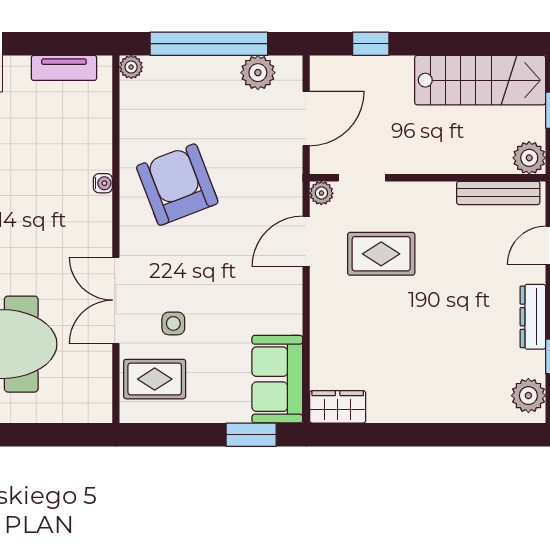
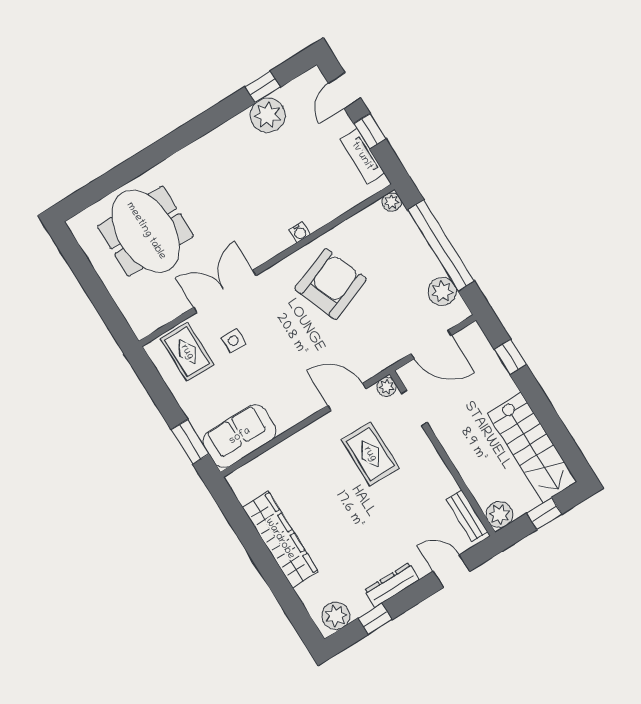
window: (43, 44) -> (370, 131), added
bench: (498, 193) -> (467, 516), width x0.73
wardrobe: (338, 407) -> (280, 539), moved, width x2.10, depth x1.17

